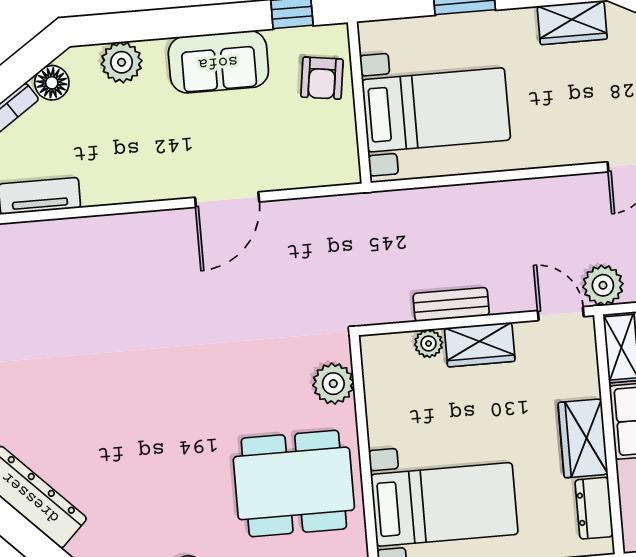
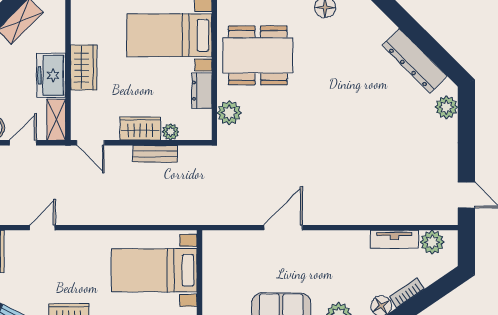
armchair: (322, 78) -> (220, 295), removed
plant: (603, 285) -> (64, 157), removed
dresser: (594, 508) -> (202, 91), moved, turned 180

